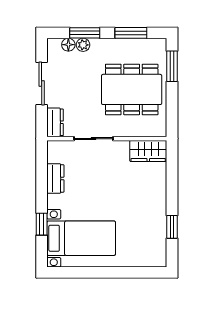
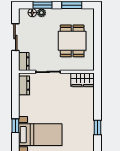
window: (172, 66) -> (98, 26), removed
dining table: (132, 89) -> (72, 41), width x0.73
dresser: (55, 178) -> (24, 85), moved

